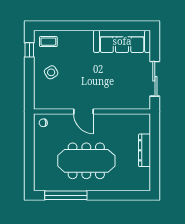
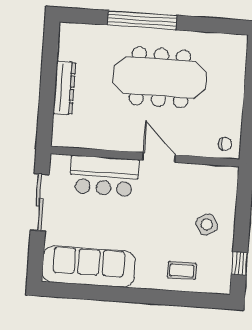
coffee table: (48, 42) -> (182, 270), moved
bar counter: (116, 98) -> (104, 176), added
window: (66, 195) -> (142, 20), moved

